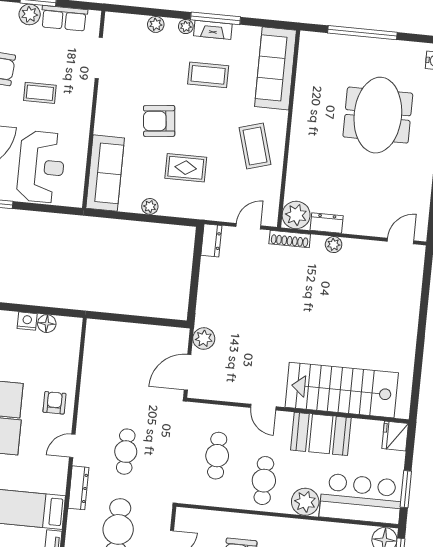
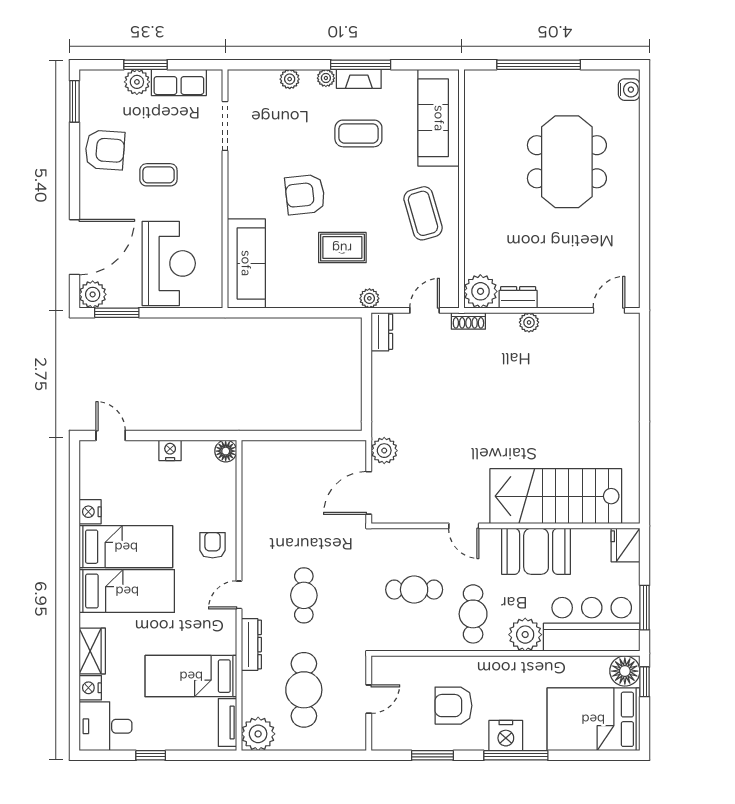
plant: (150, 206) -> (369, 298), moved
shoe rack: (290, 239) -> (468, 321), width x0.70
floor lamp: (47, 324) -> (226, 451), moved
cafe table: (217, 456) -> (414, 590), turned 90

